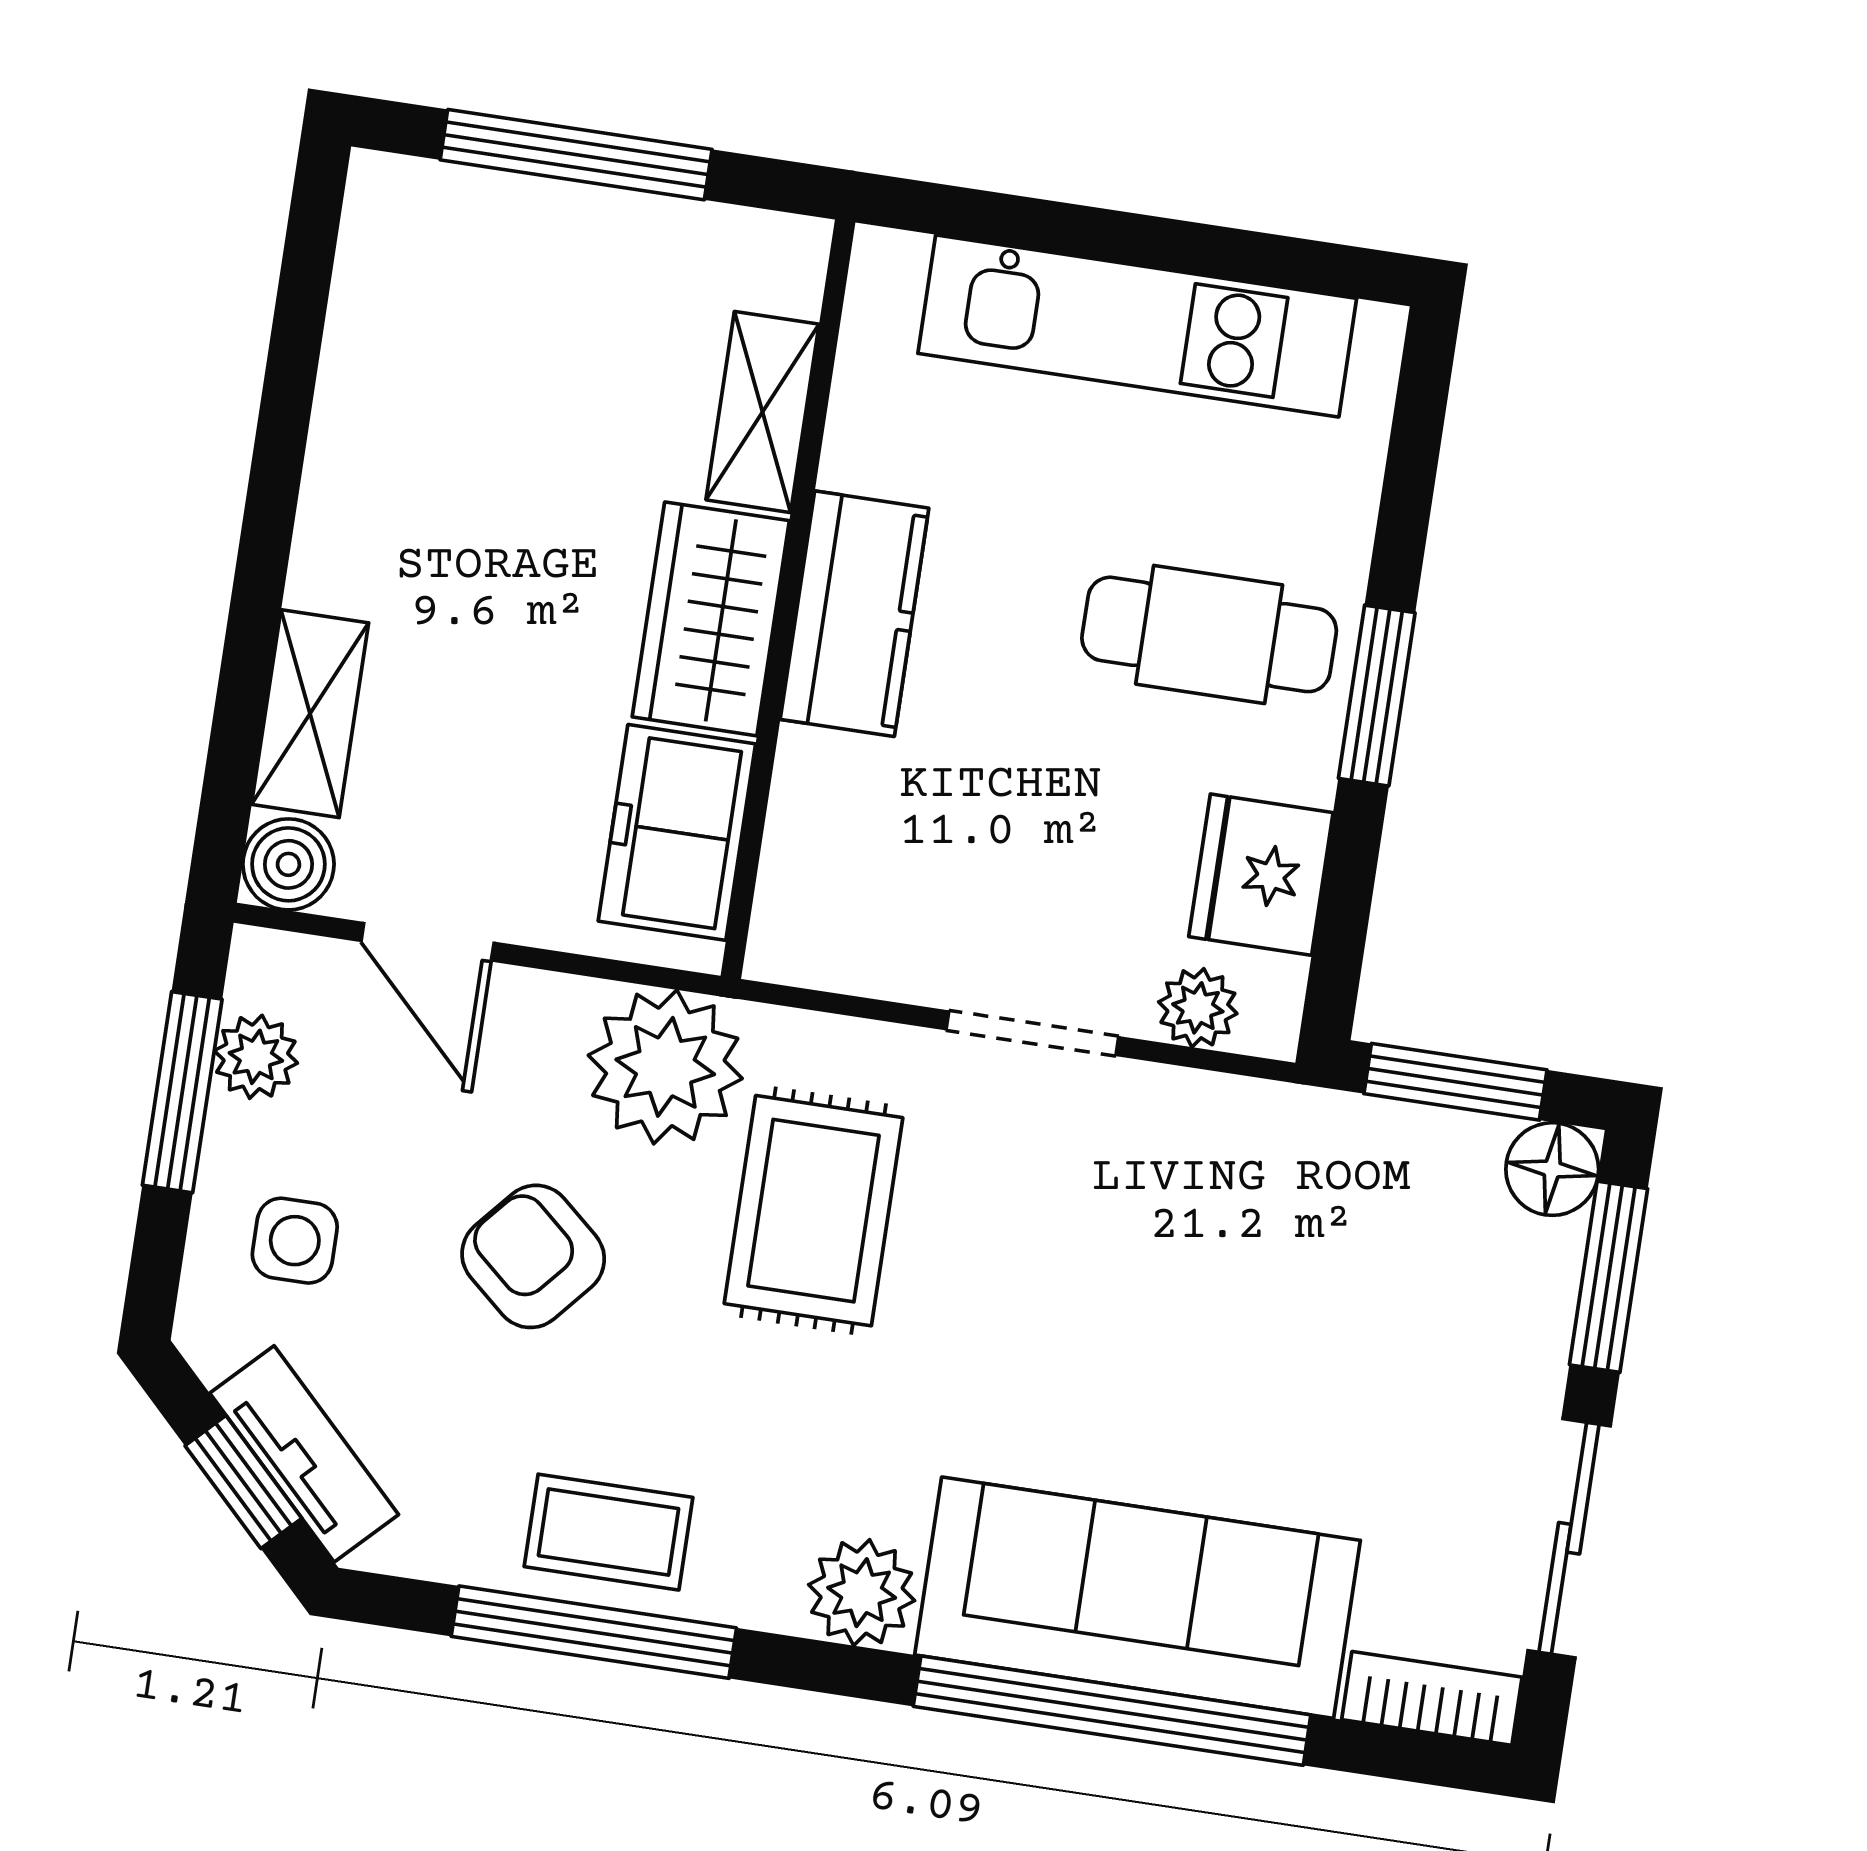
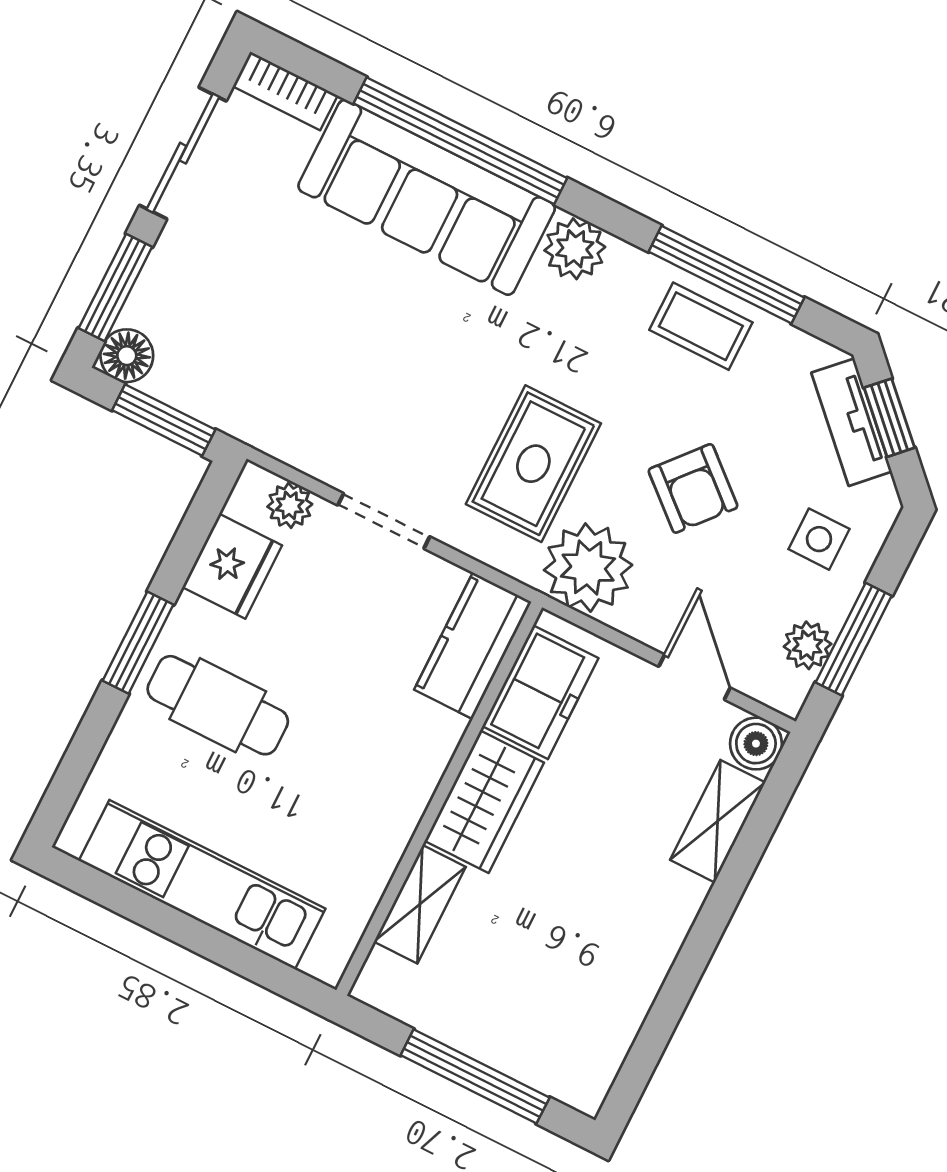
kitchen counter: (854, 614) -> (473, 646), moved

